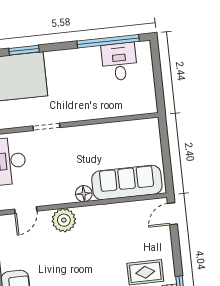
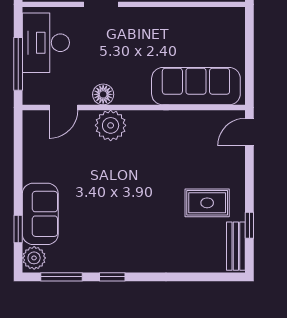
floor lamp: (84, 194) -> (103, 94), moved

